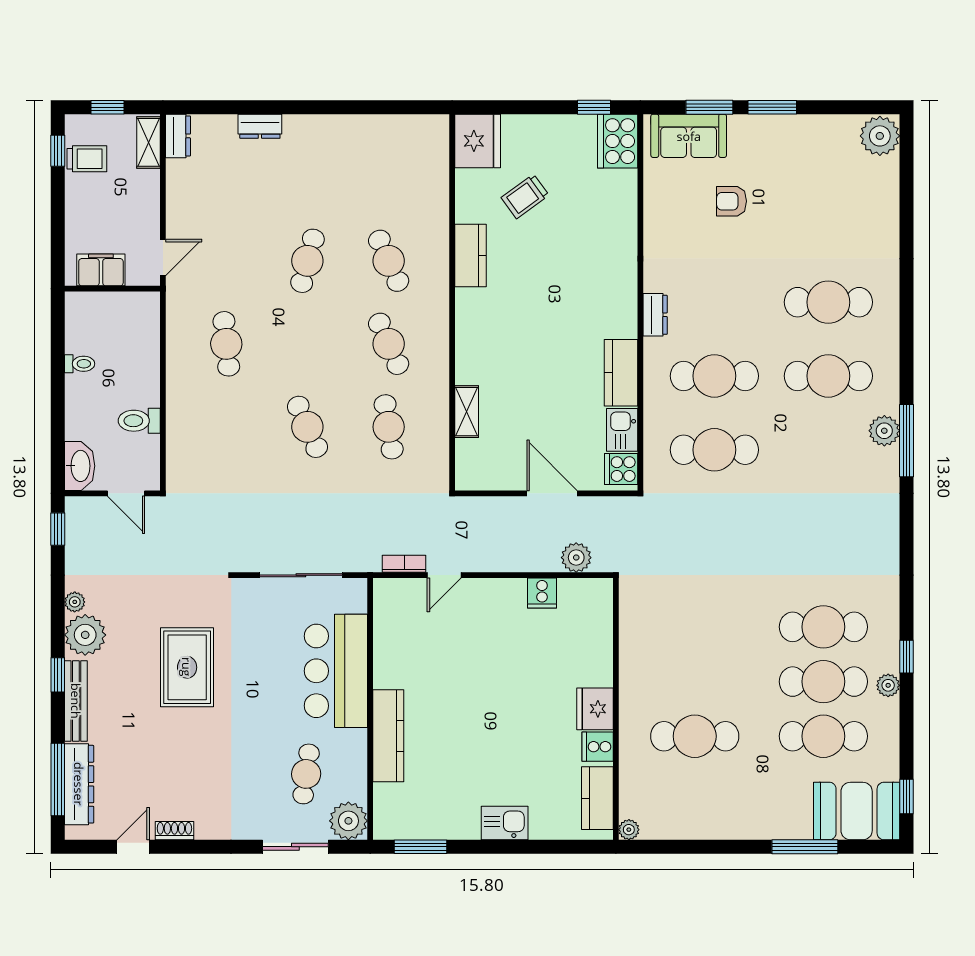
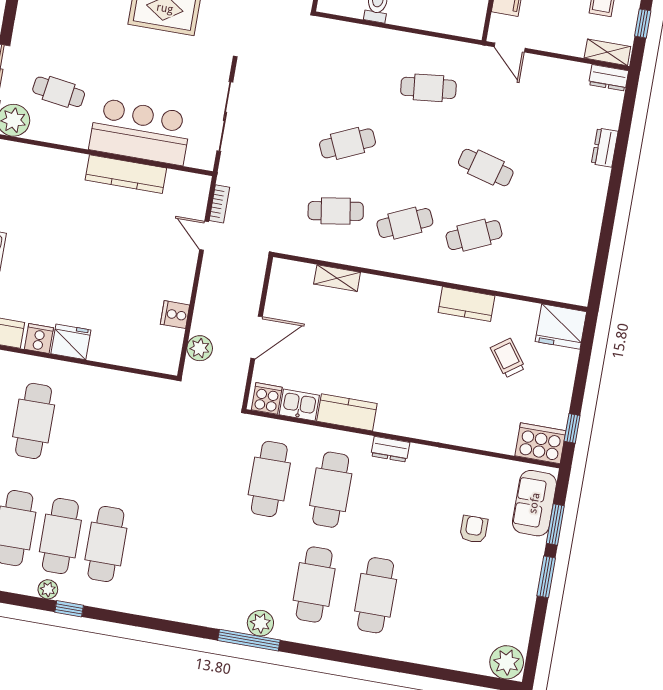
kitchen counter: (388, 736) -> (126, 174), moved

